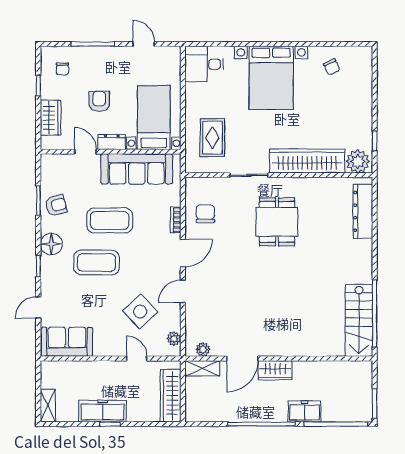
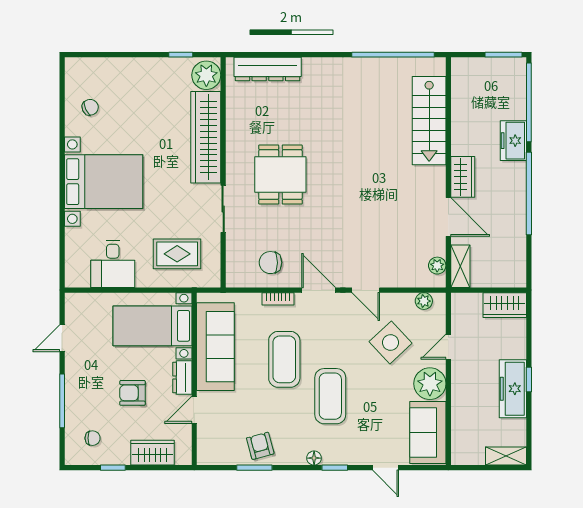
desk: (204, 64) -> (113, 264), moved
coffee table: (110, 220) -> (284, 359), moved
dining table: (277, 222) -> (280, 175), turned 90
floor lamp: (51, 244) -> (314, 458), width x0.53, depth x0.53
stairs: (359, 320) -> (429, 121), moved, turned 90
plant: (107, 344) -> (430, 384), added
wardrobe: (171, 396) -> (505, 305), width x0.67

